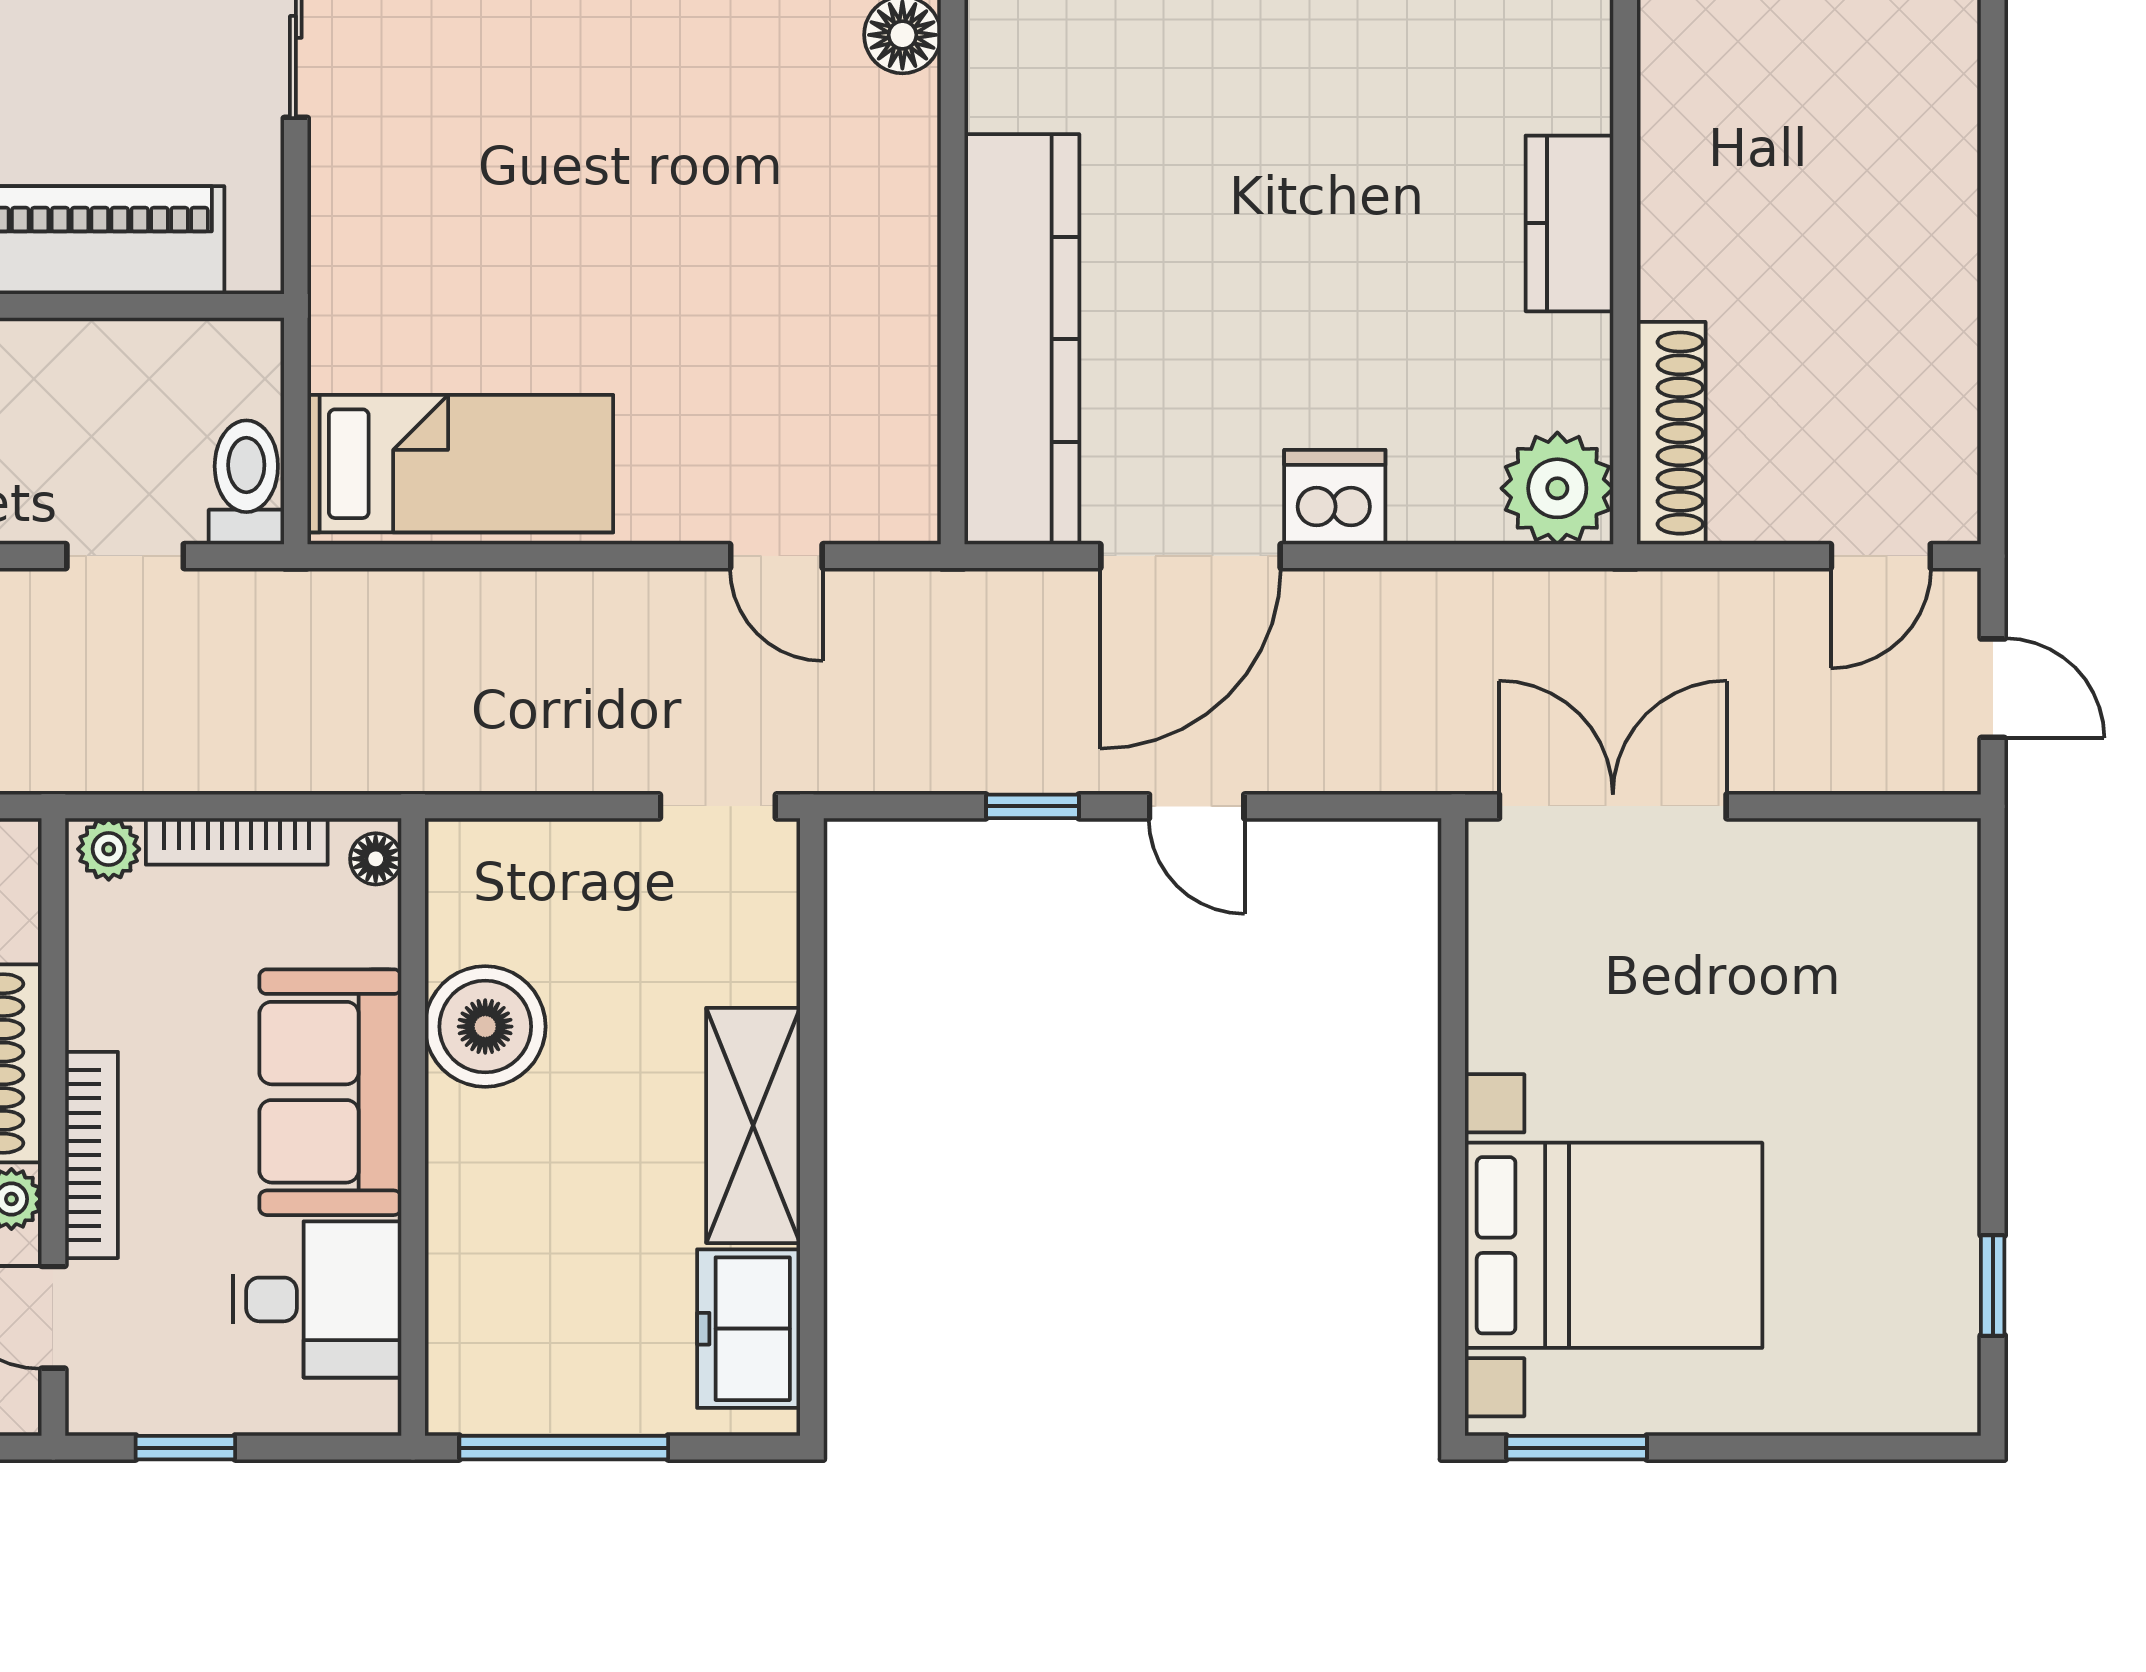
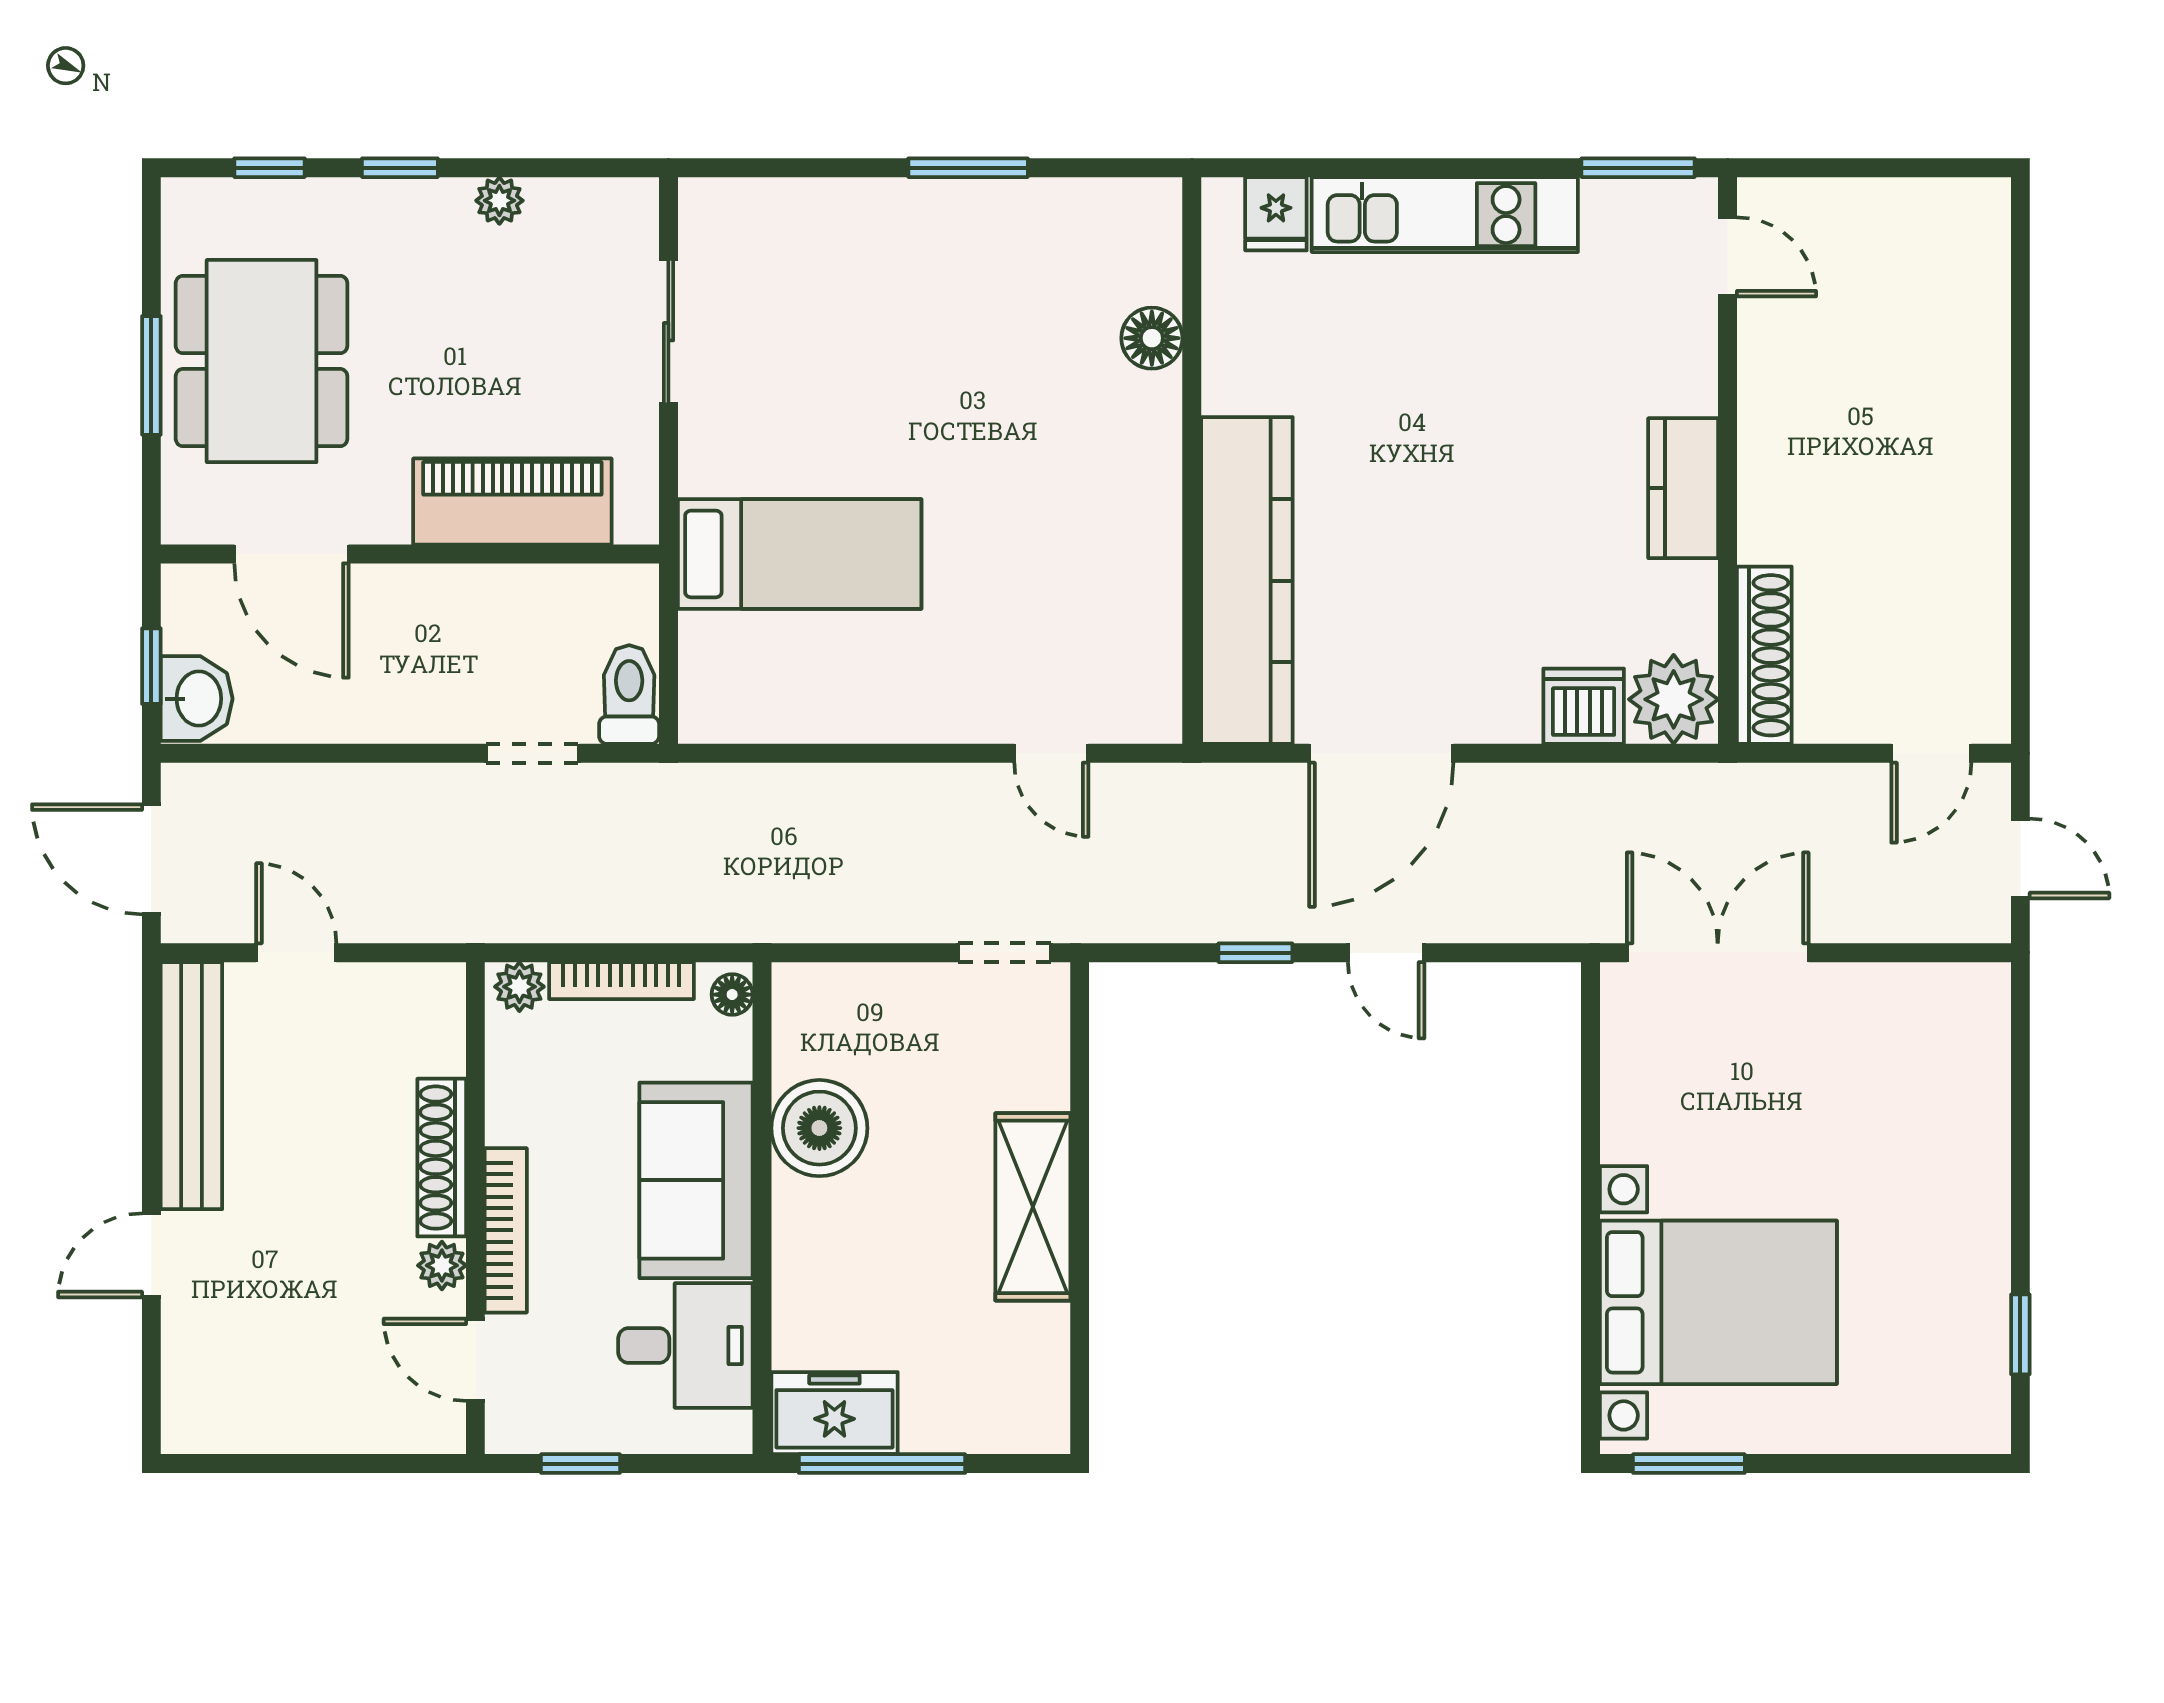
bed: (460, 464) -> (800, 554), moved
dishwasher: (1335, 497) -> (1584, 706), moved
freezer: (749, 1329) -> (834, 1413), moved, turned 90

